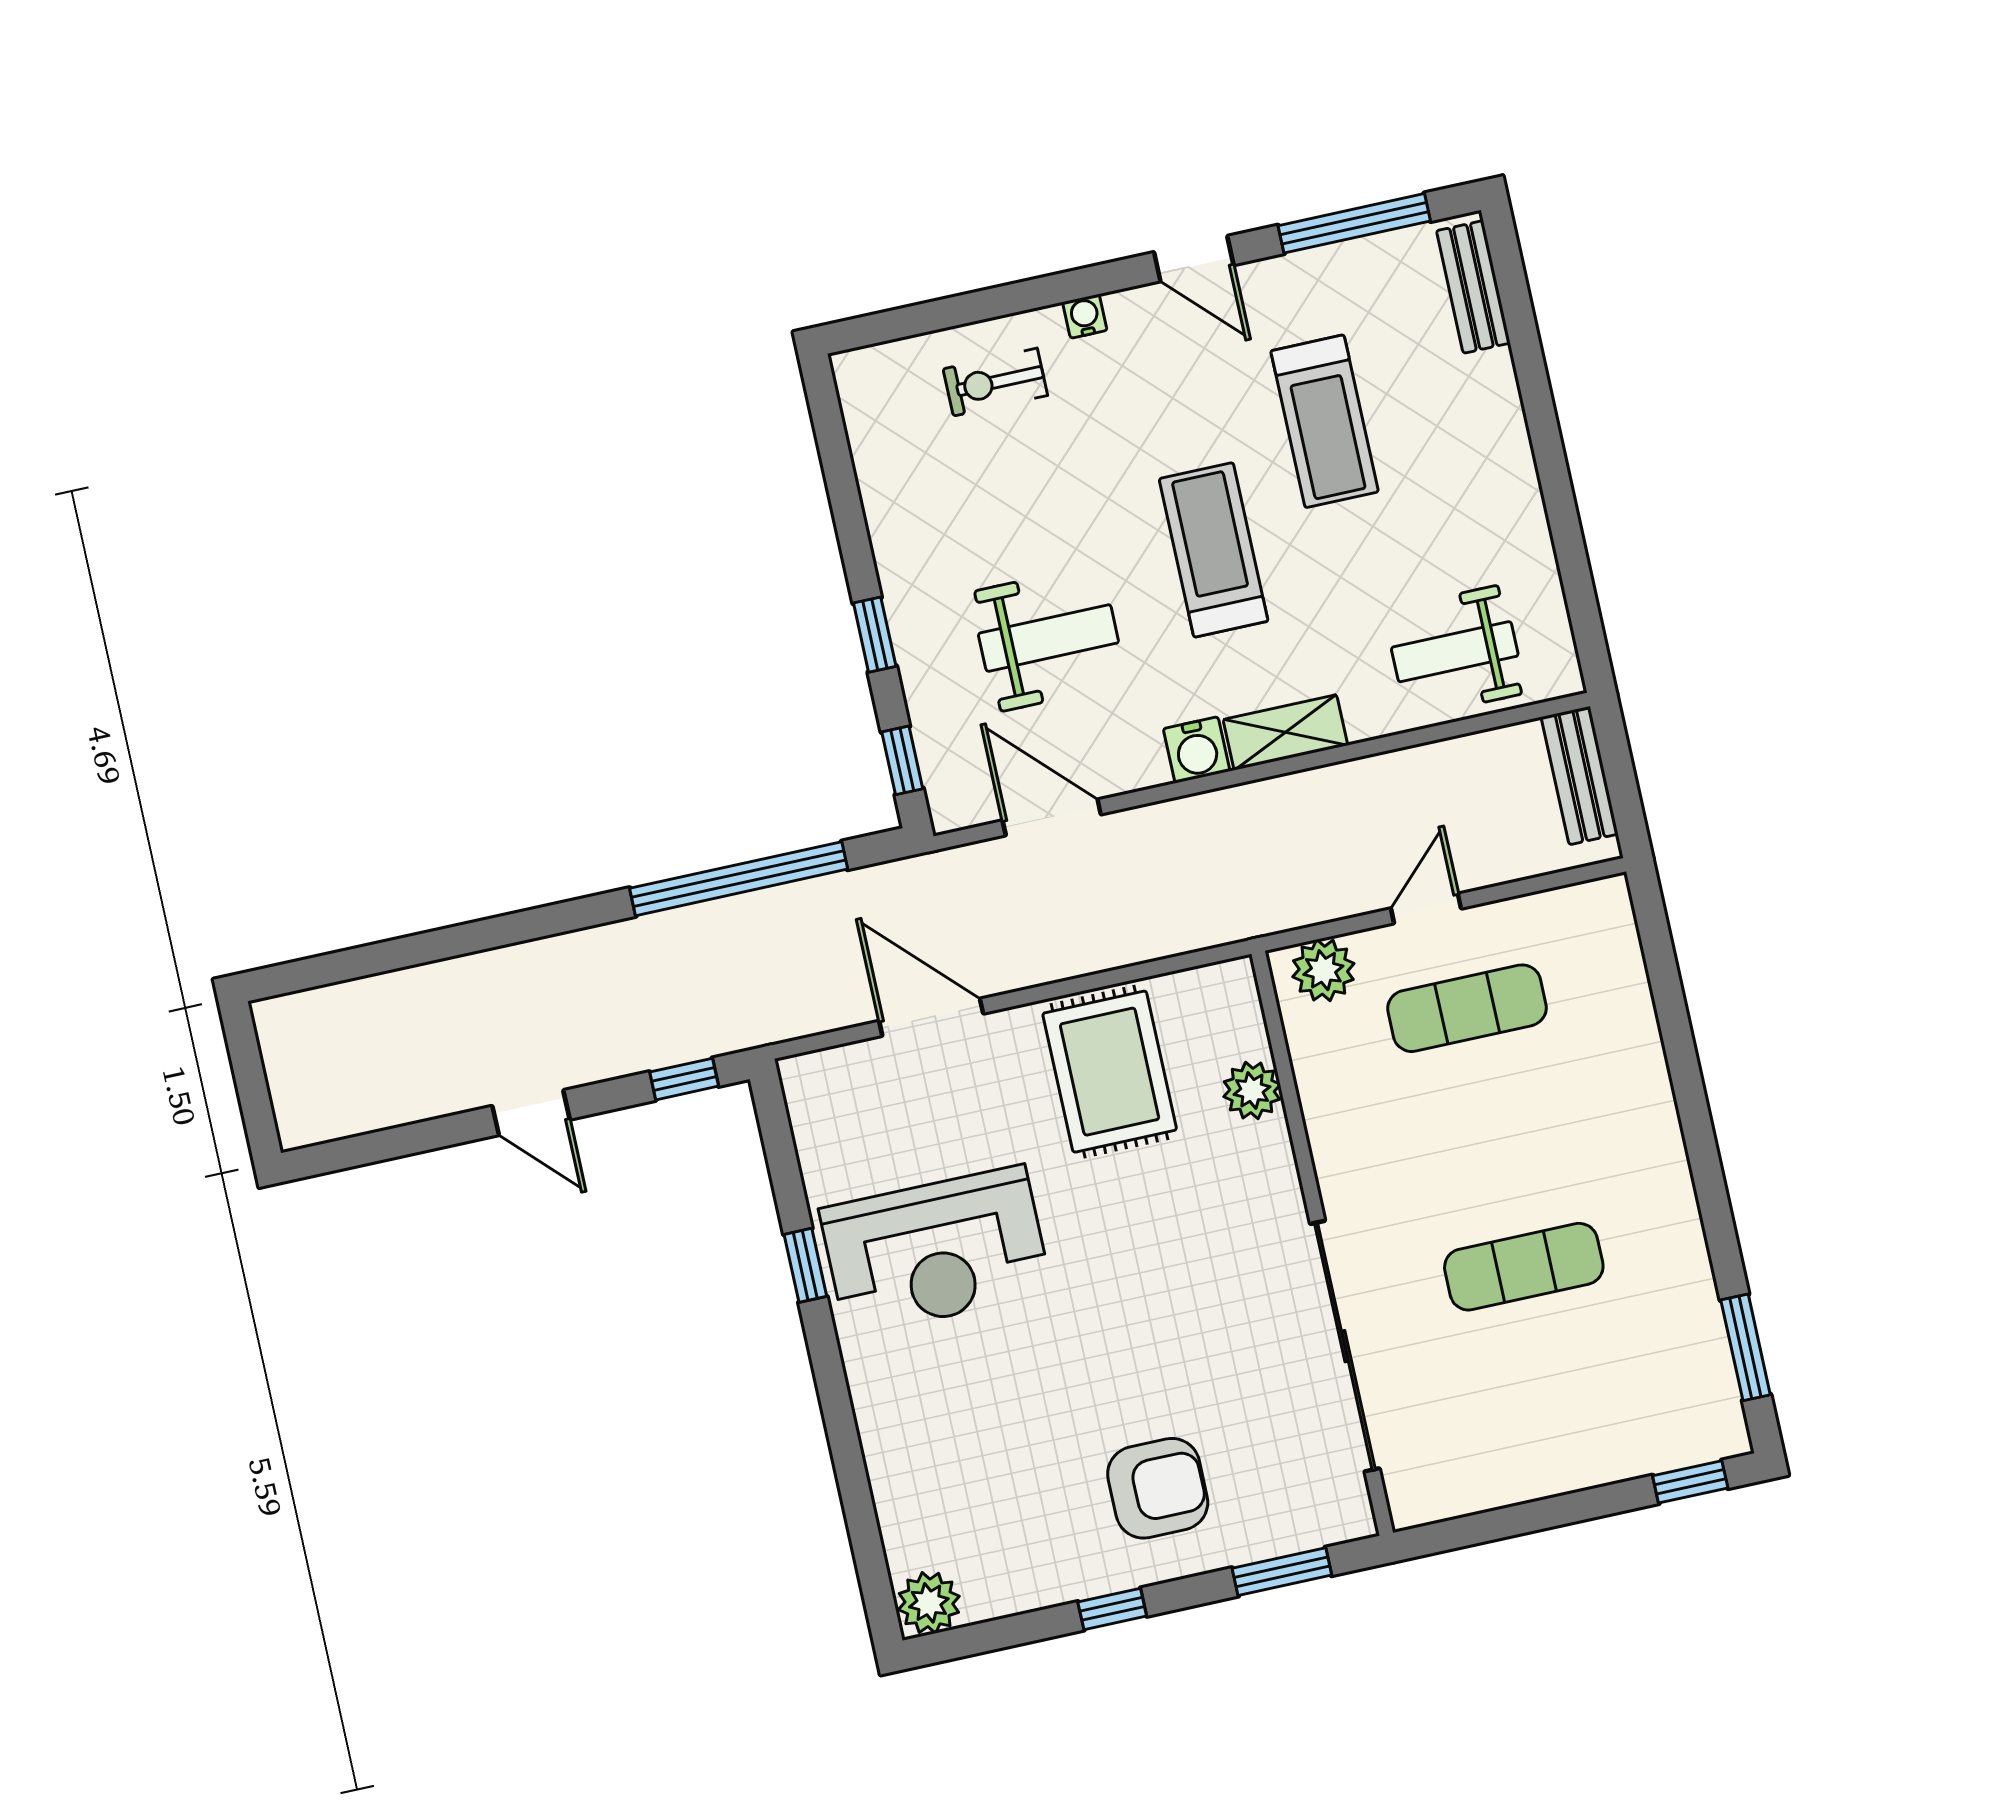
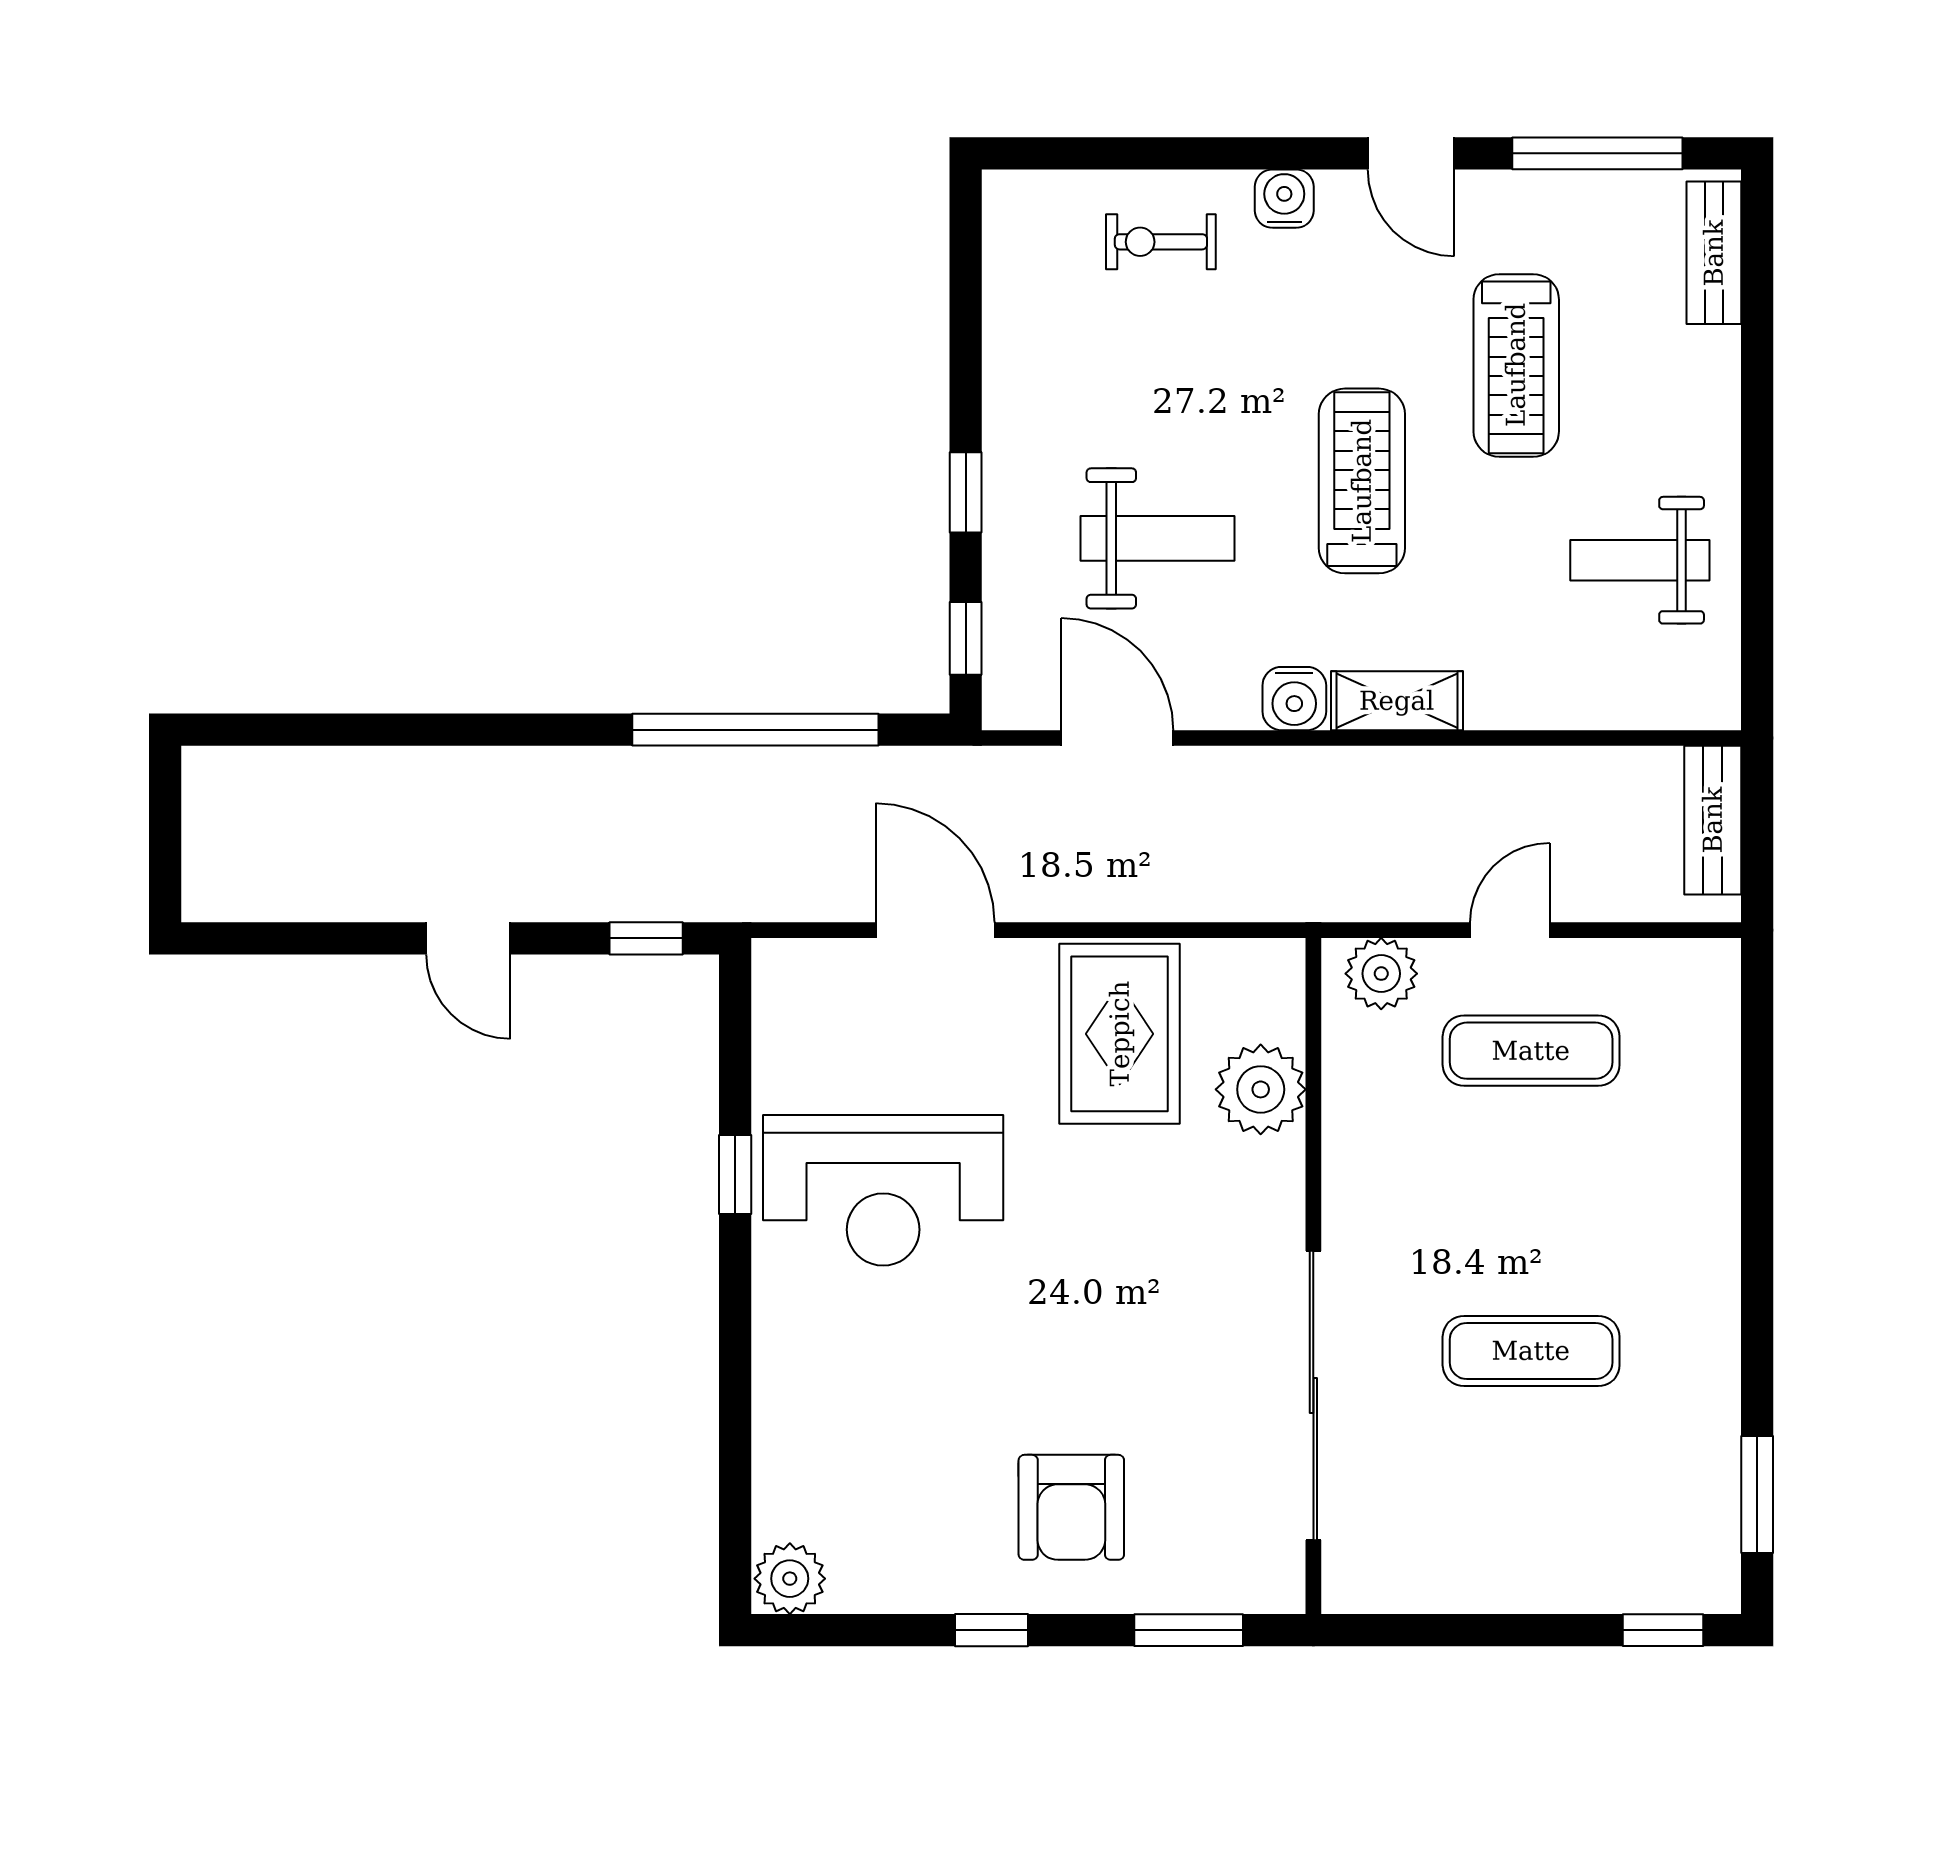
water cooler: (1085, 316) -> (1284, 199), width x1.38, depth x1.38
weight bench: (1455, 652) -> (1640, 560), moved
plant: (1252, 1091) -> (1261, 1089), width x1.36, depth x1.36
armchair: (1158, 1488) -> (1071, 1507), turned 90

